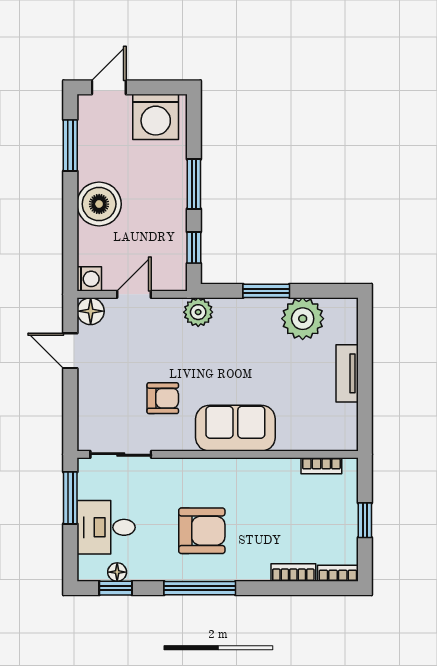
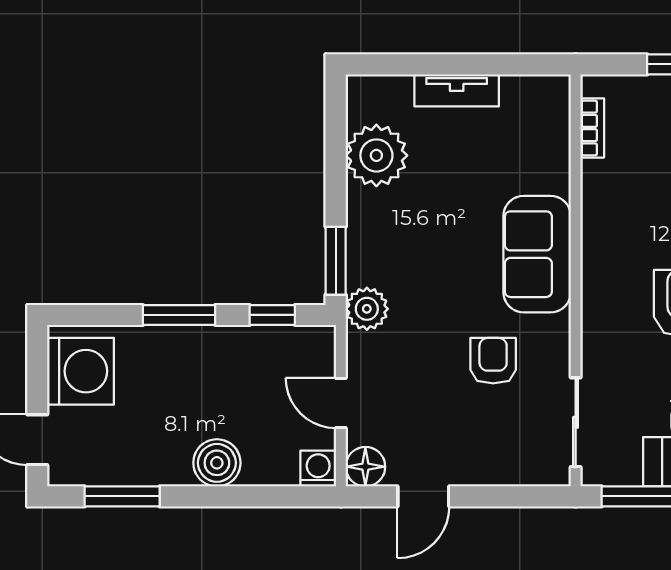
boiler: (99, 204) -> (217, 463), width x0.73, depth x0.73
window: (266, 291) -> (336, 261), moved

